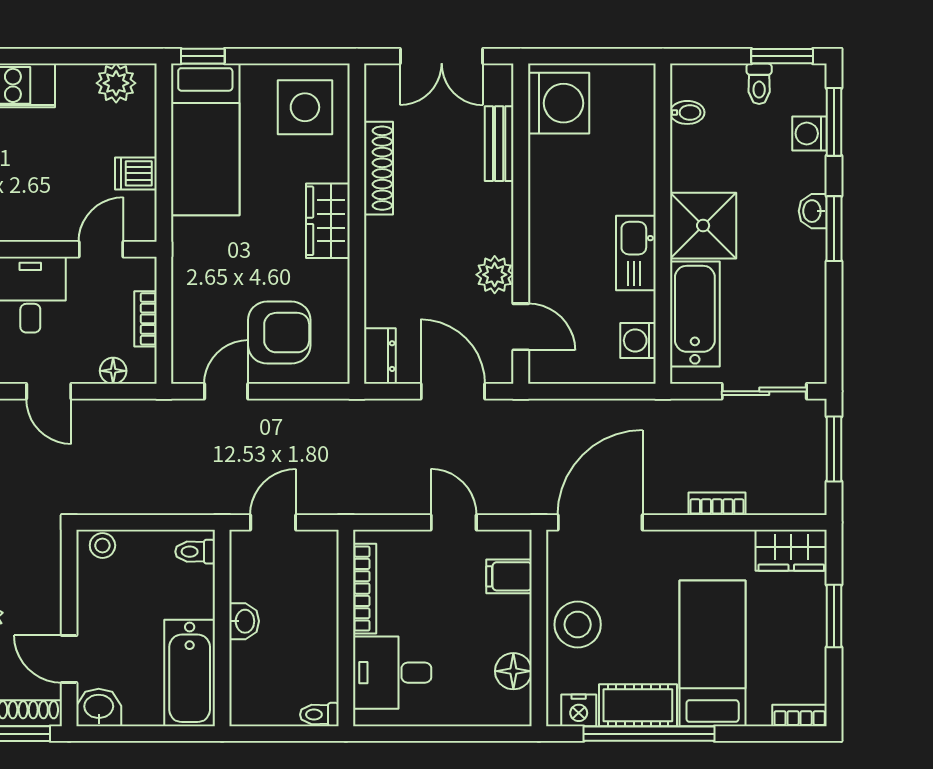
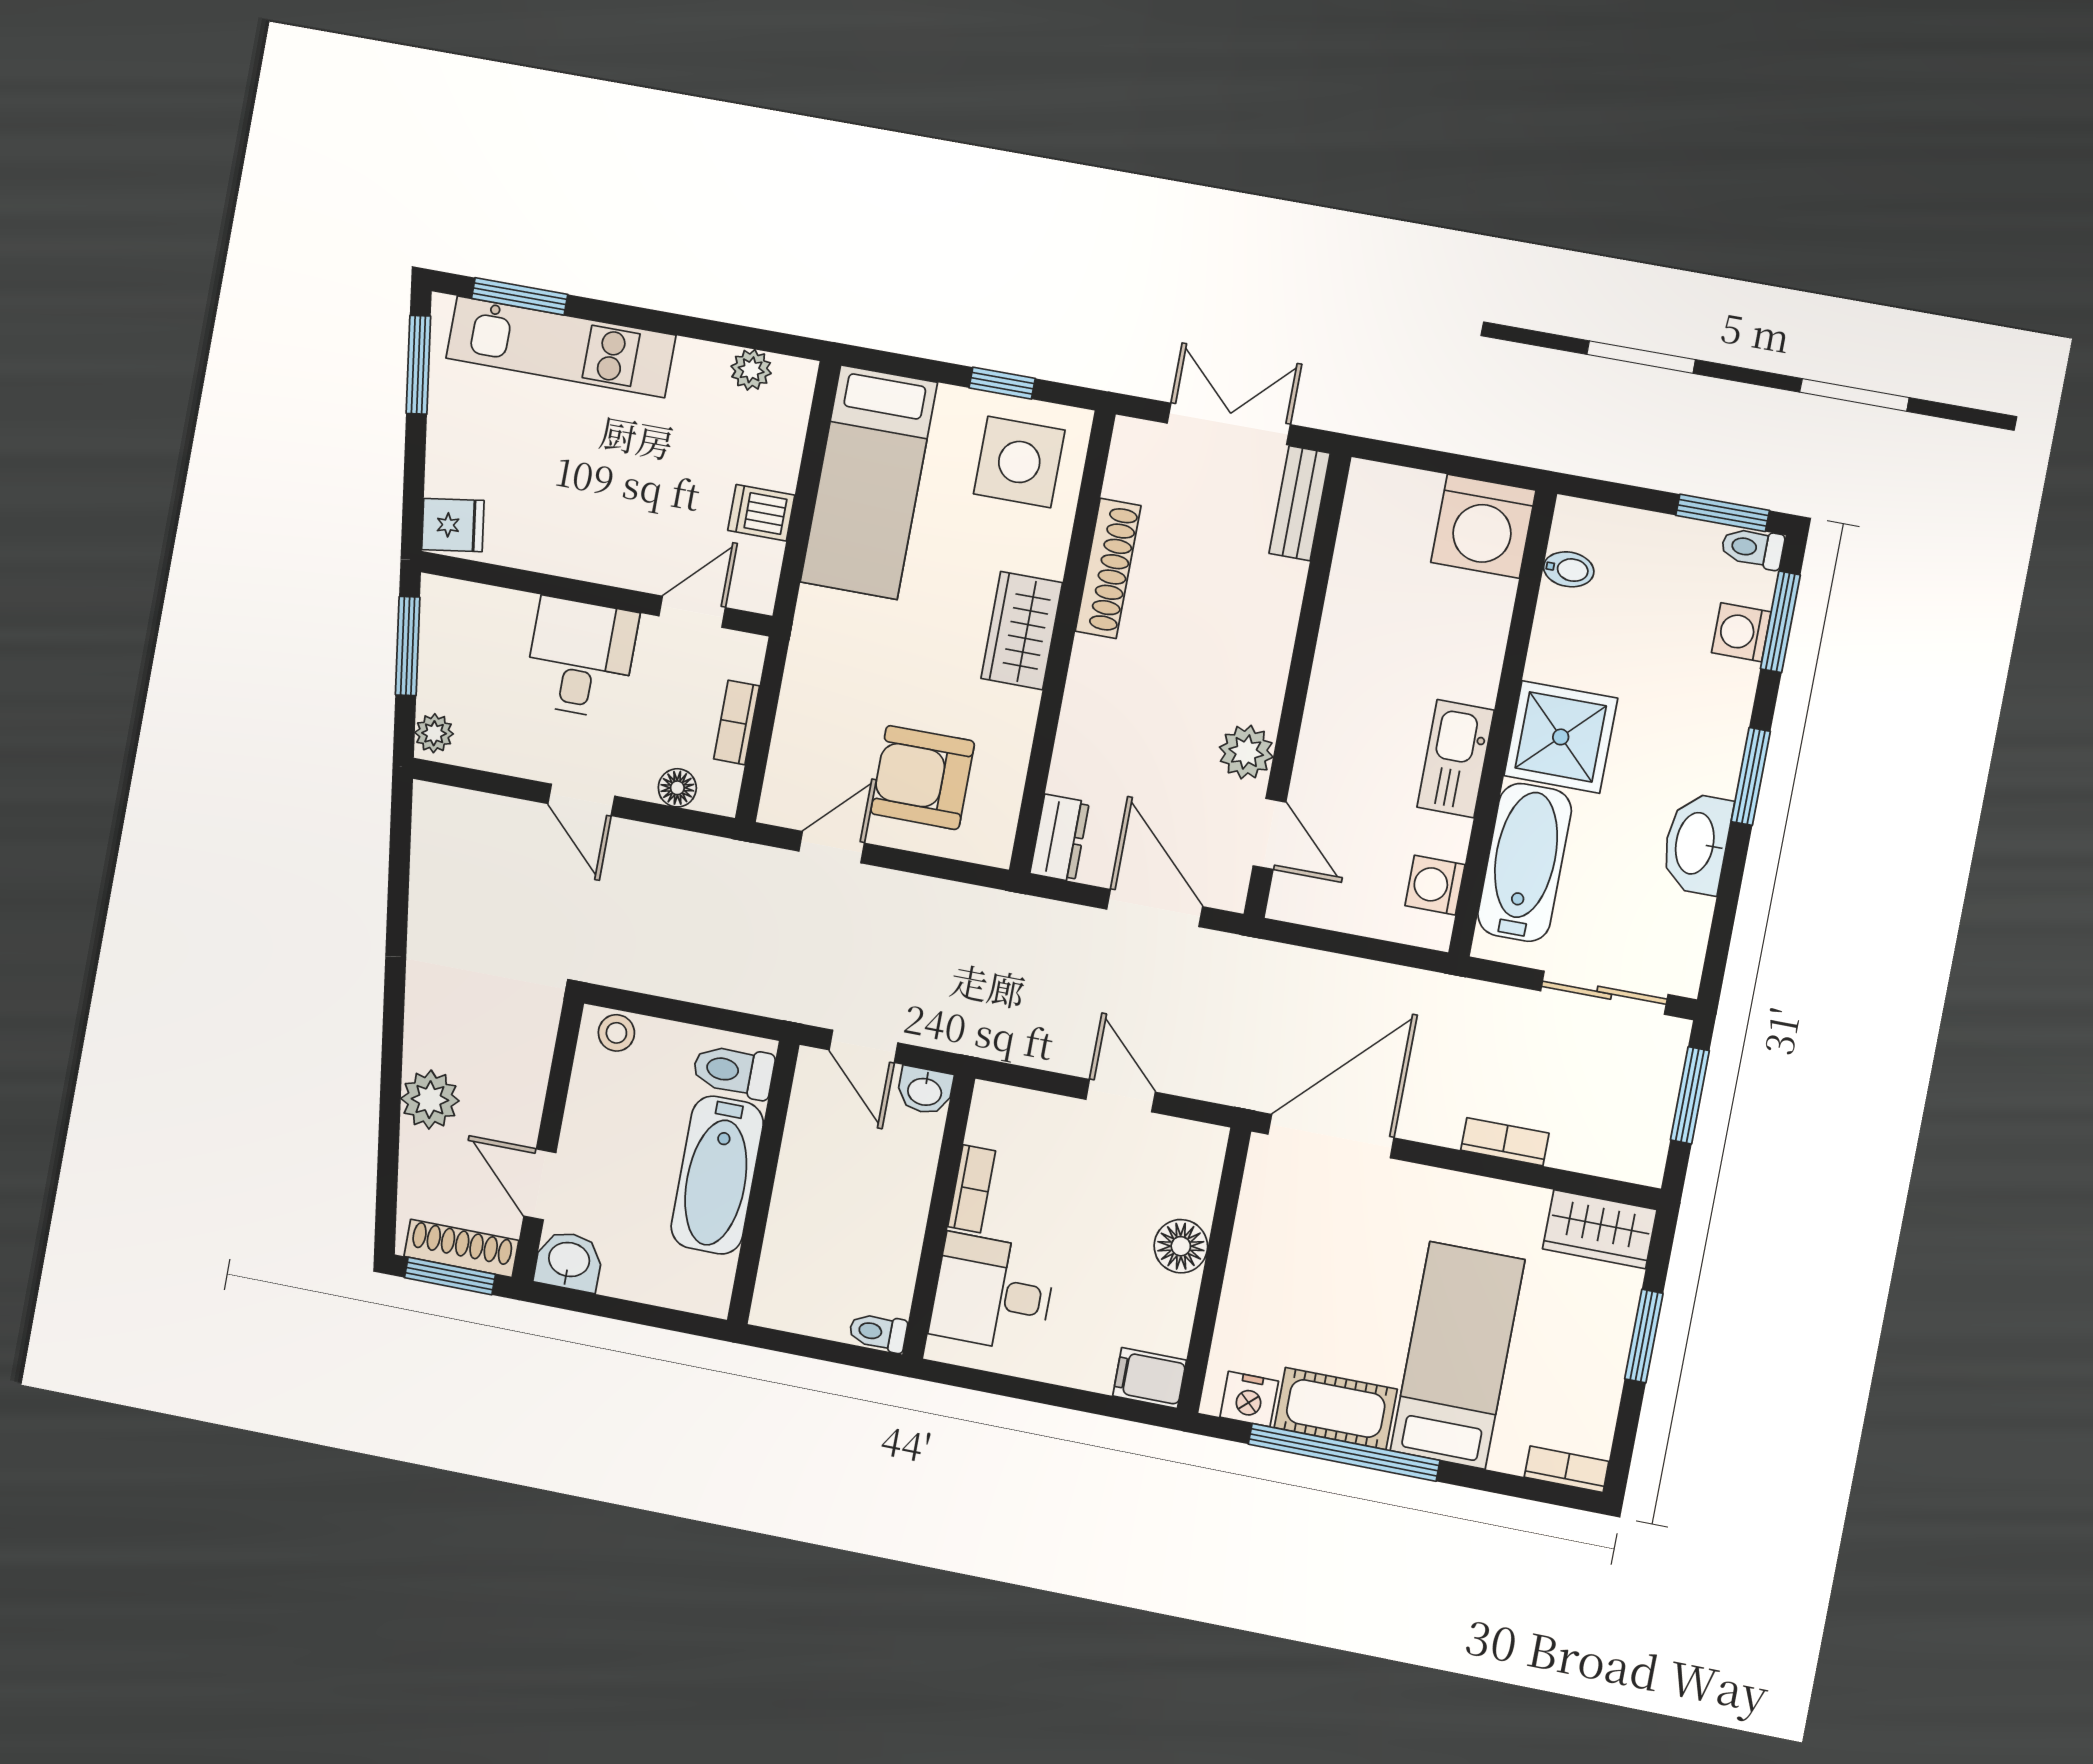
window: (203, 56) -> (1002, 383), moved
double door: (442, 56) -> (1229, 424), swing flipped
plant: (116, 83) -> (751, 370), width x0.73, depth x0.73
toilet: (759, 84) -> (1753, 548), moved, turned 90
washing machine: (559, 103) -> (1483, 526), moved, turned 90
bench: (499, 144) -> (1300, 503), moved
washbasin: (813, 211) -> (1696, 844), moved, width x1.91, depth x1.45
armchair: (279, 333) -> (923, 778), turned 180
door: (273, 522) -> (863, 1046), swing flipped
toilet: (195, 552) -> (733, 1071), width x1.37, depth x1.39
filing cabinet: (509, 576) -> (1150, 1378), moved
bookcase: (365, 589) -> (972, 1189), width x0.64
washbasin: (244, 621) -> (925, 1091), moved, turned 90
stool: (578, 625) -> (1271, 1276), removed
floor lamp: (513, 671) -> (1181, 1246), moved
bathtub: (190, 673) -> (717, 1175), moved

